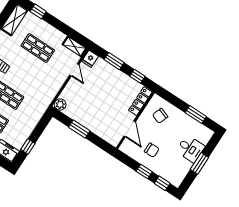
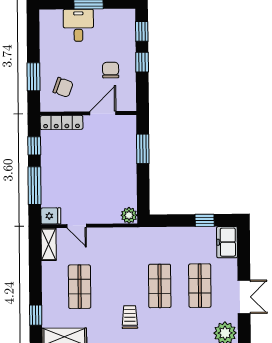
window: (114, 61) -> (35, 186), width x1.44
door: (74, 70) -> (77, 226), swing flipped
window: (196, 115) -> (34, 77), moved
window: (79, 129) -> (143, 149), moved

